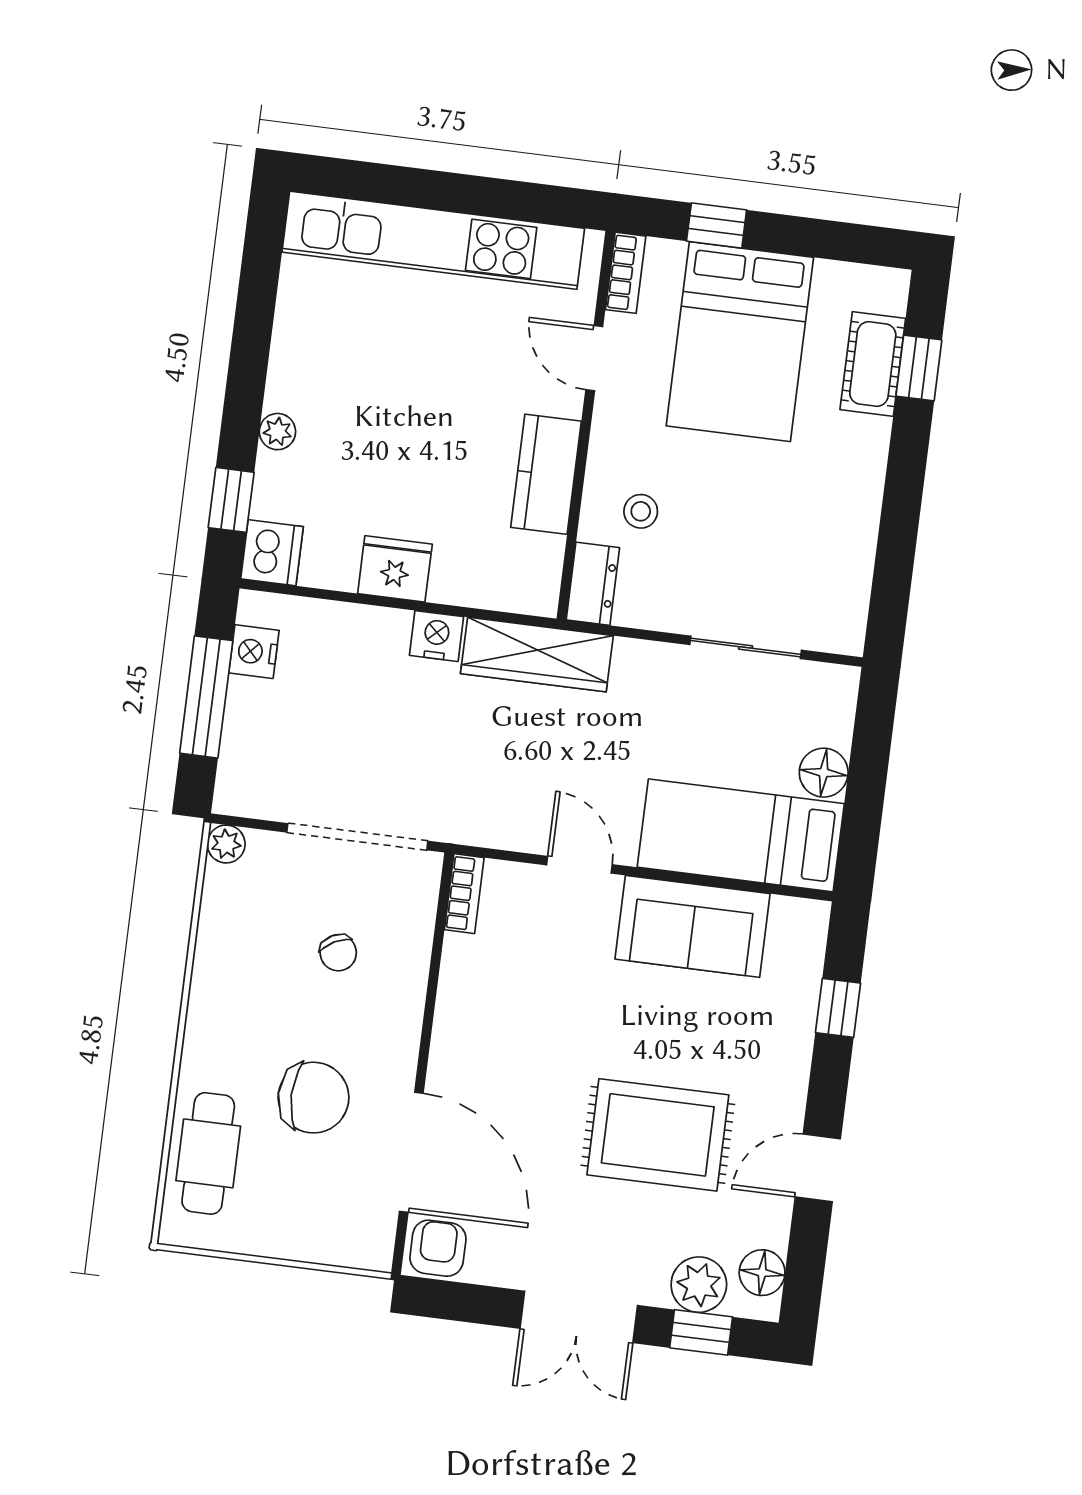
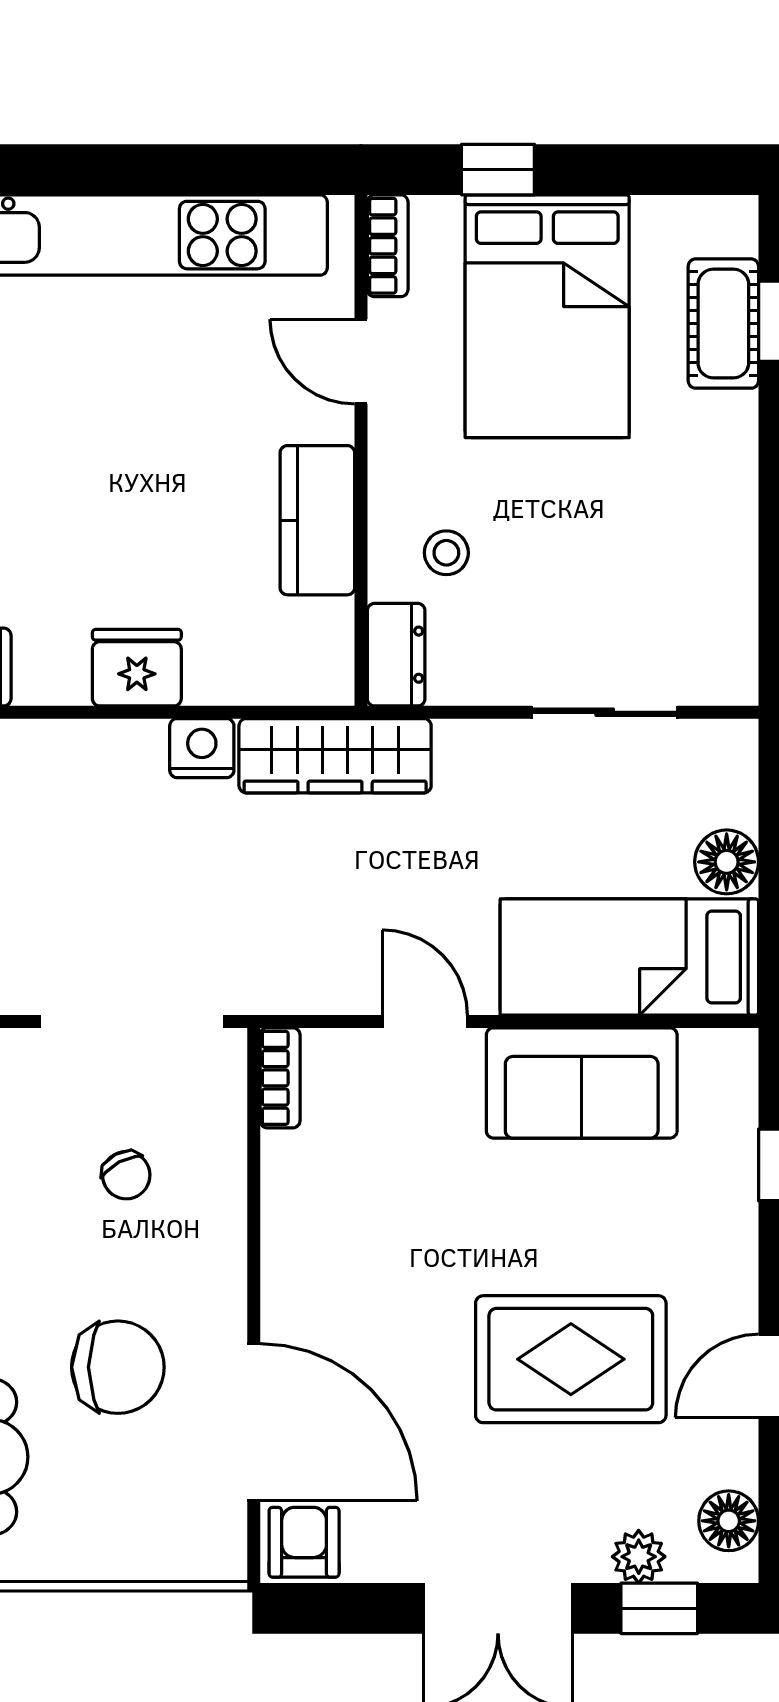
plant: (699, 1285) -> (639, 1557), width x0.73, depth x0.73

